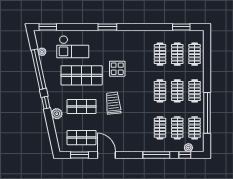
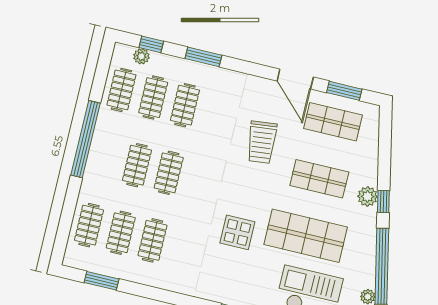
clothes rail: (195, 91) -> (105, 158), removed
trolley: (113, 103) -> (262, 142), moved
window: (207, 113) -> (86, 139), moved
plant: (57, 114) -> (368, 196), moved
window: (156, 155) -> (203, 57), width x0.69

